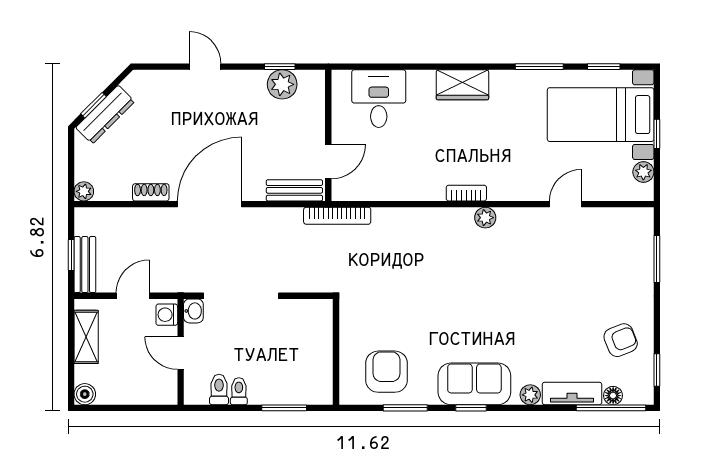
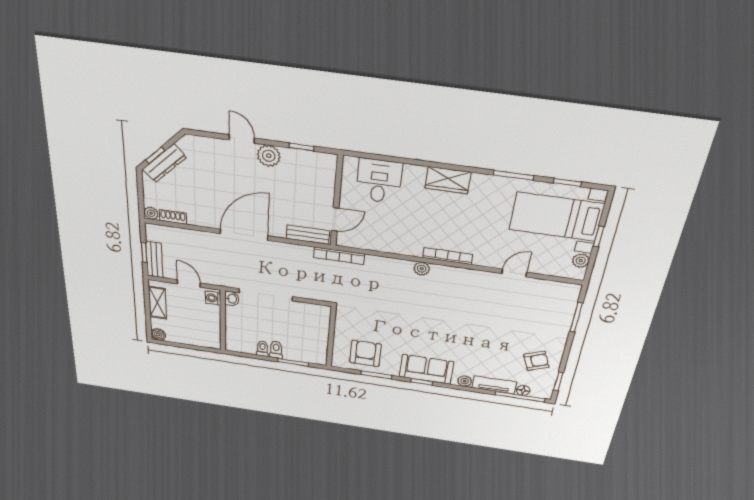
plant: (282, 84) -> (269, 156), moved
shoe rack: (151, 192) -> (173, 217), moved
bookcase: (466, 193) -> (448, 256), width x1.56
plant: (485, 218) -> (422, 269), moved
door: (133, 296) -> (189, 283), hinge flipped
door: (181, 353) -> (223, 322), removed
toilet: (219, 389) -> (276, 350), moved

